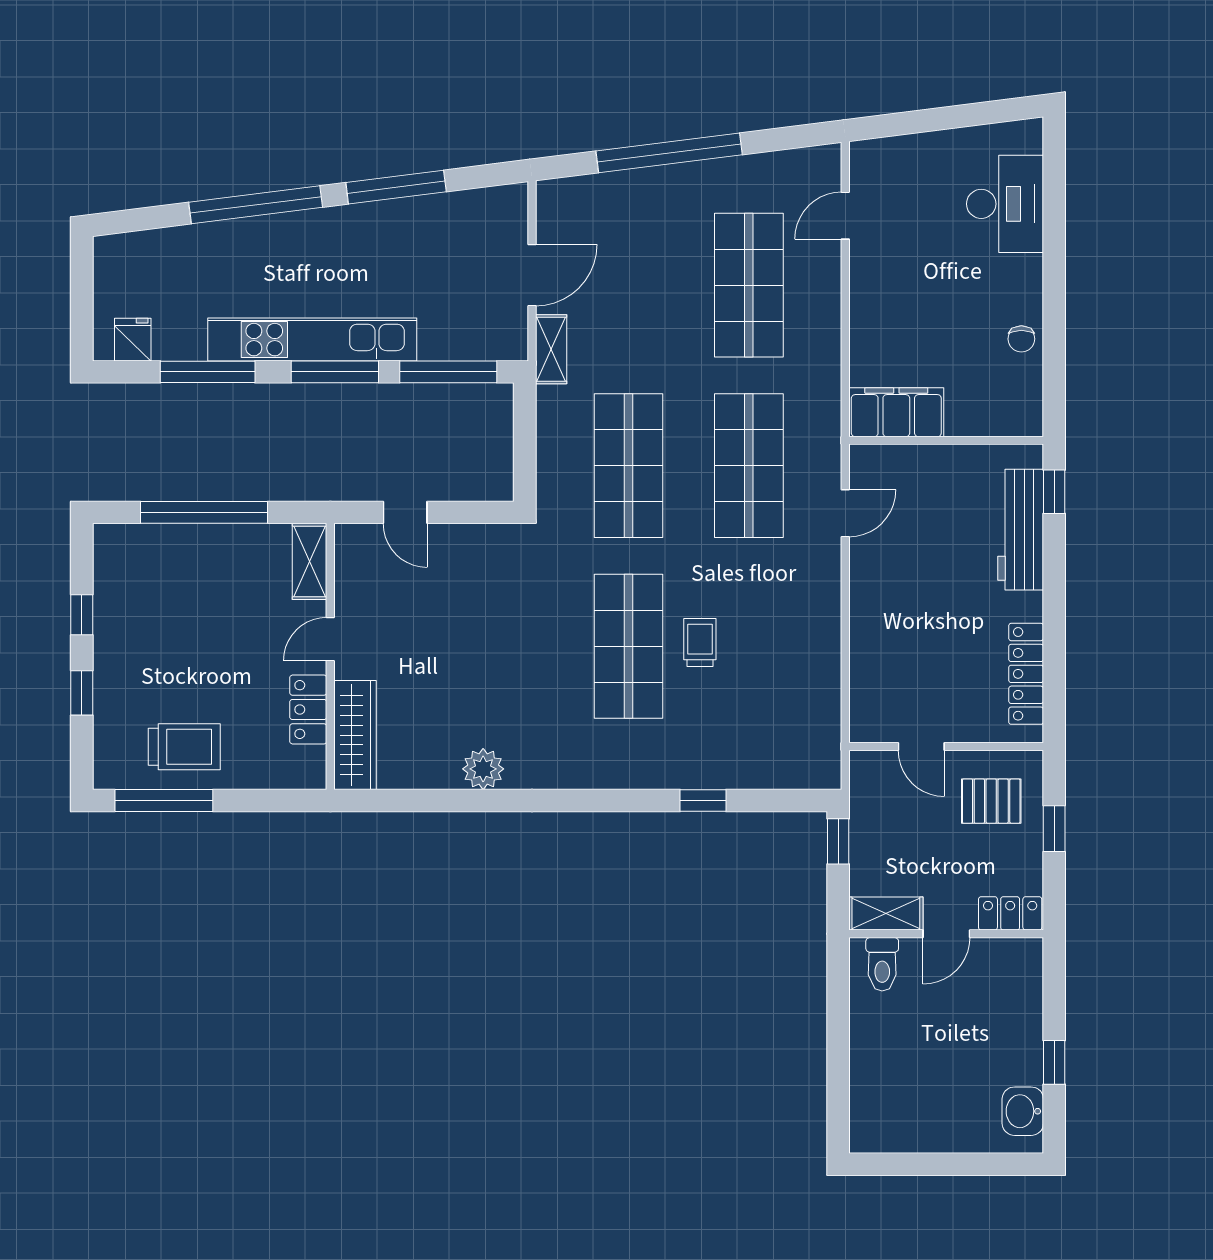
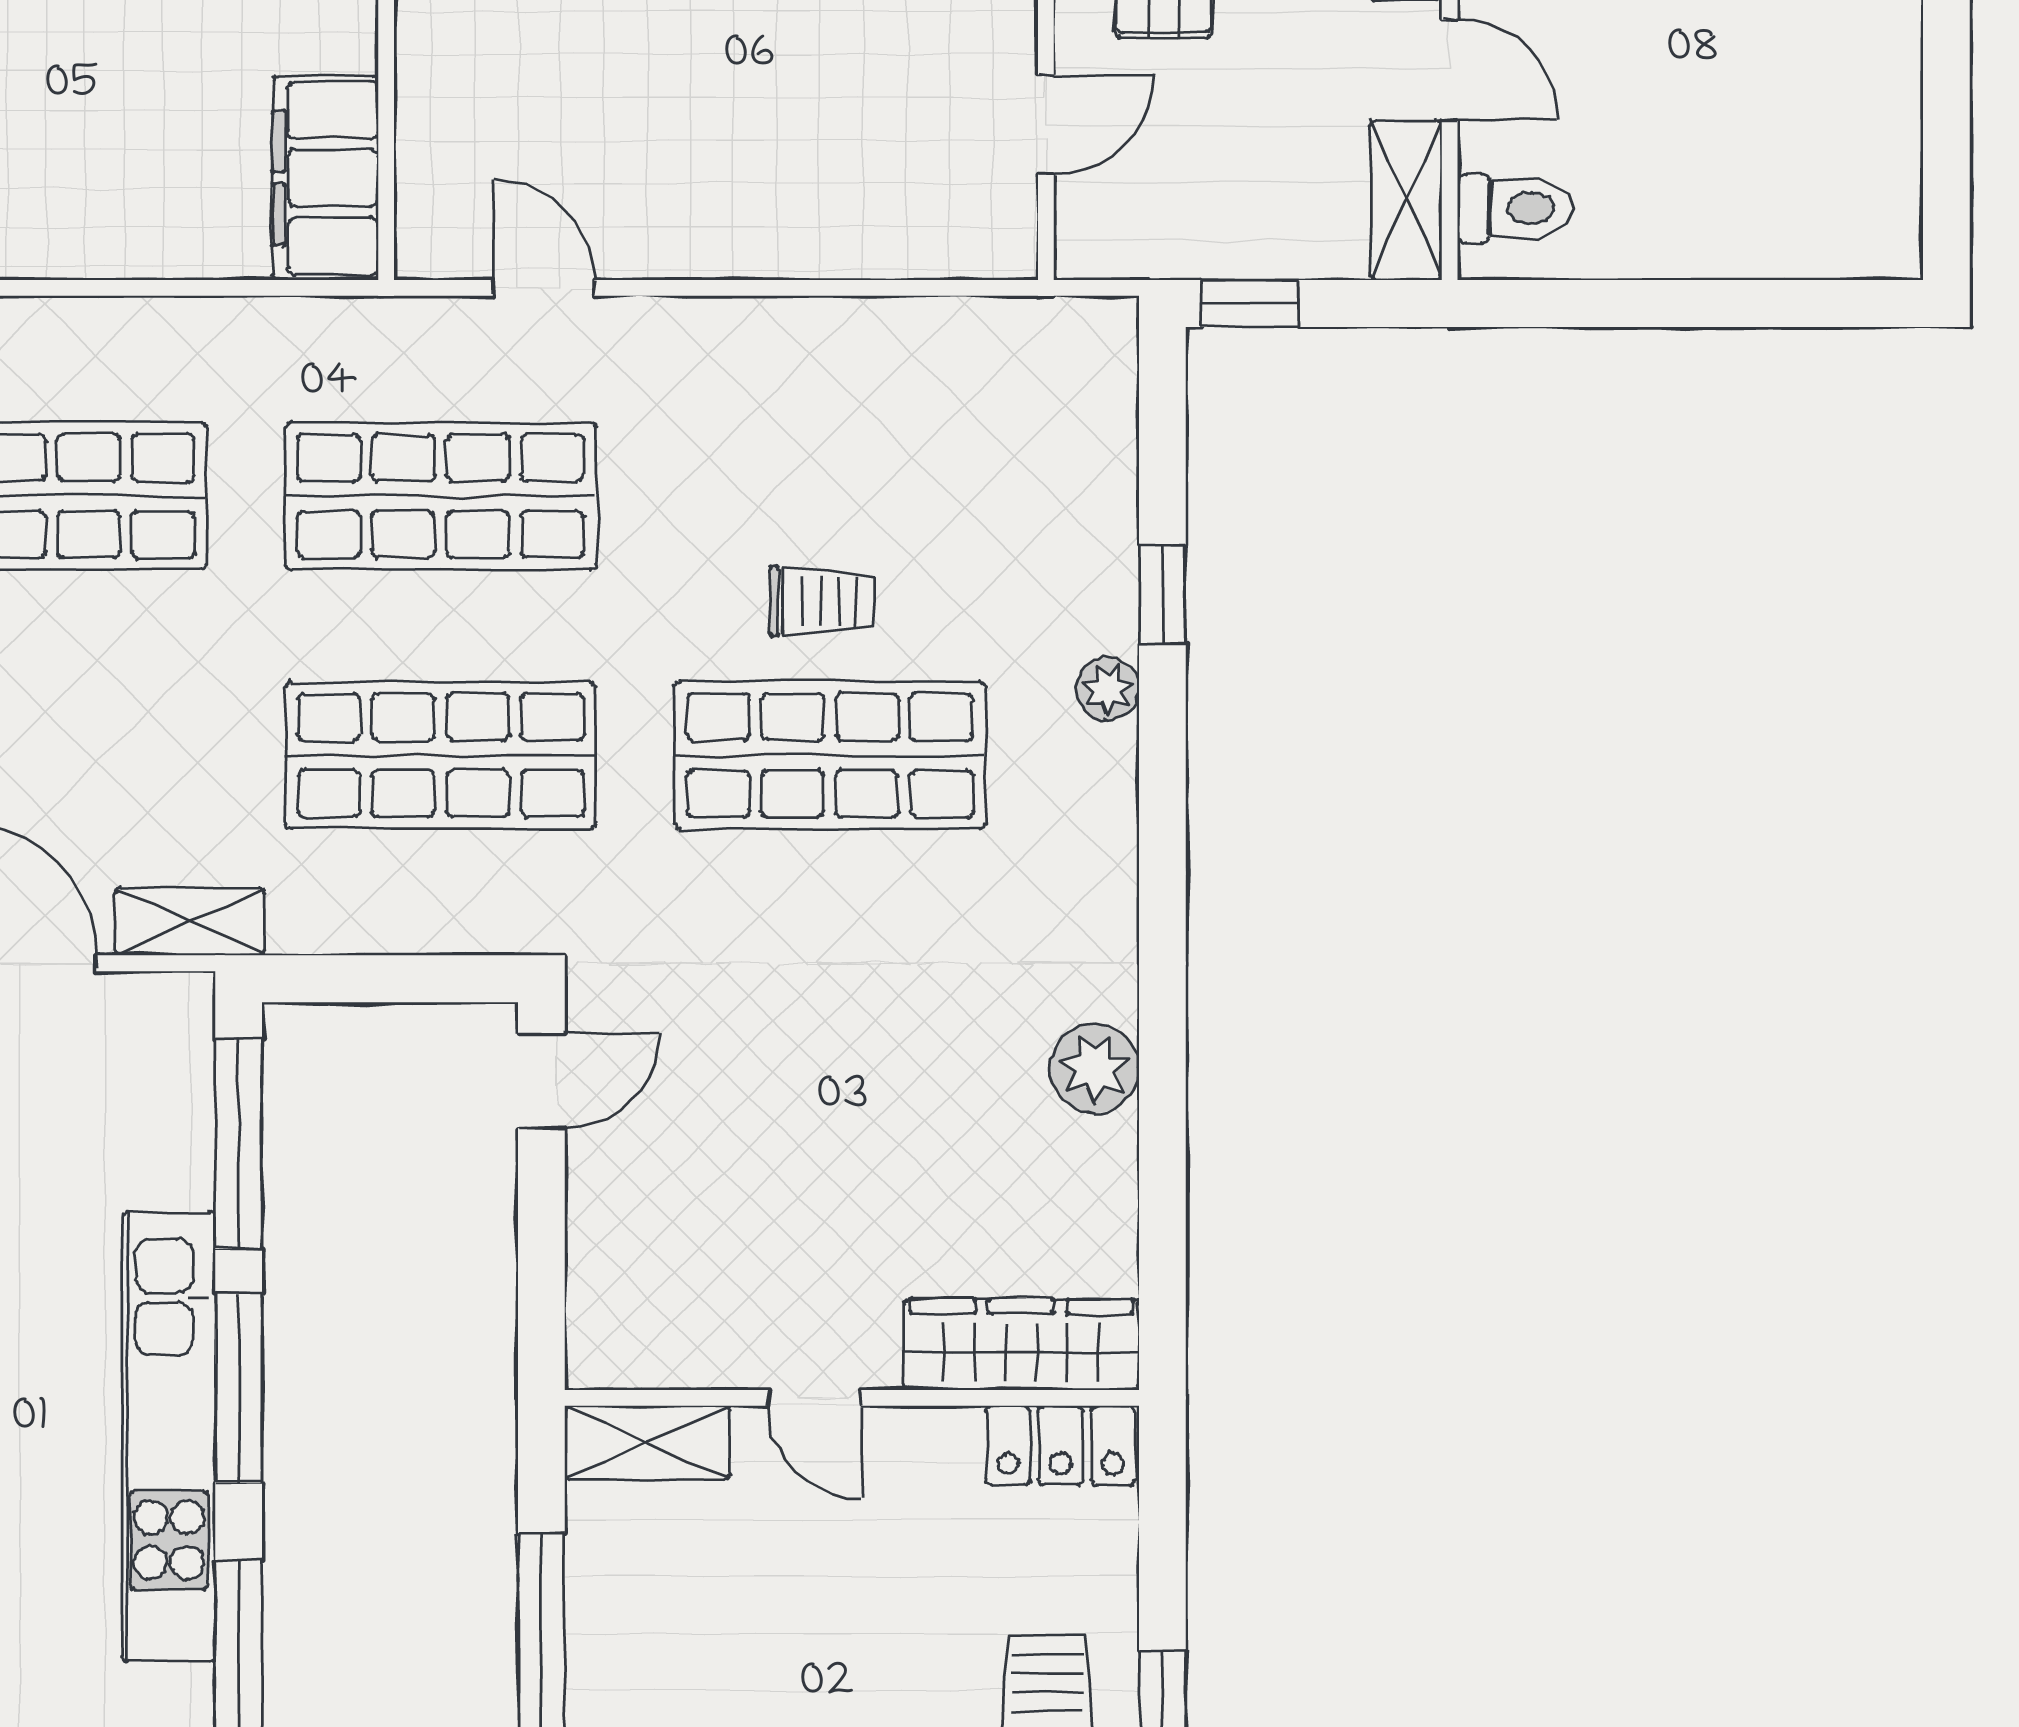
door: (405, 512) -> (541, 1081), moved
trolley: (700, 643) -> (822, 601), turned 180
locker: (308, 709) -> (1060, 1445), moved
plant: (659, 775) -> (1108, 689), added

